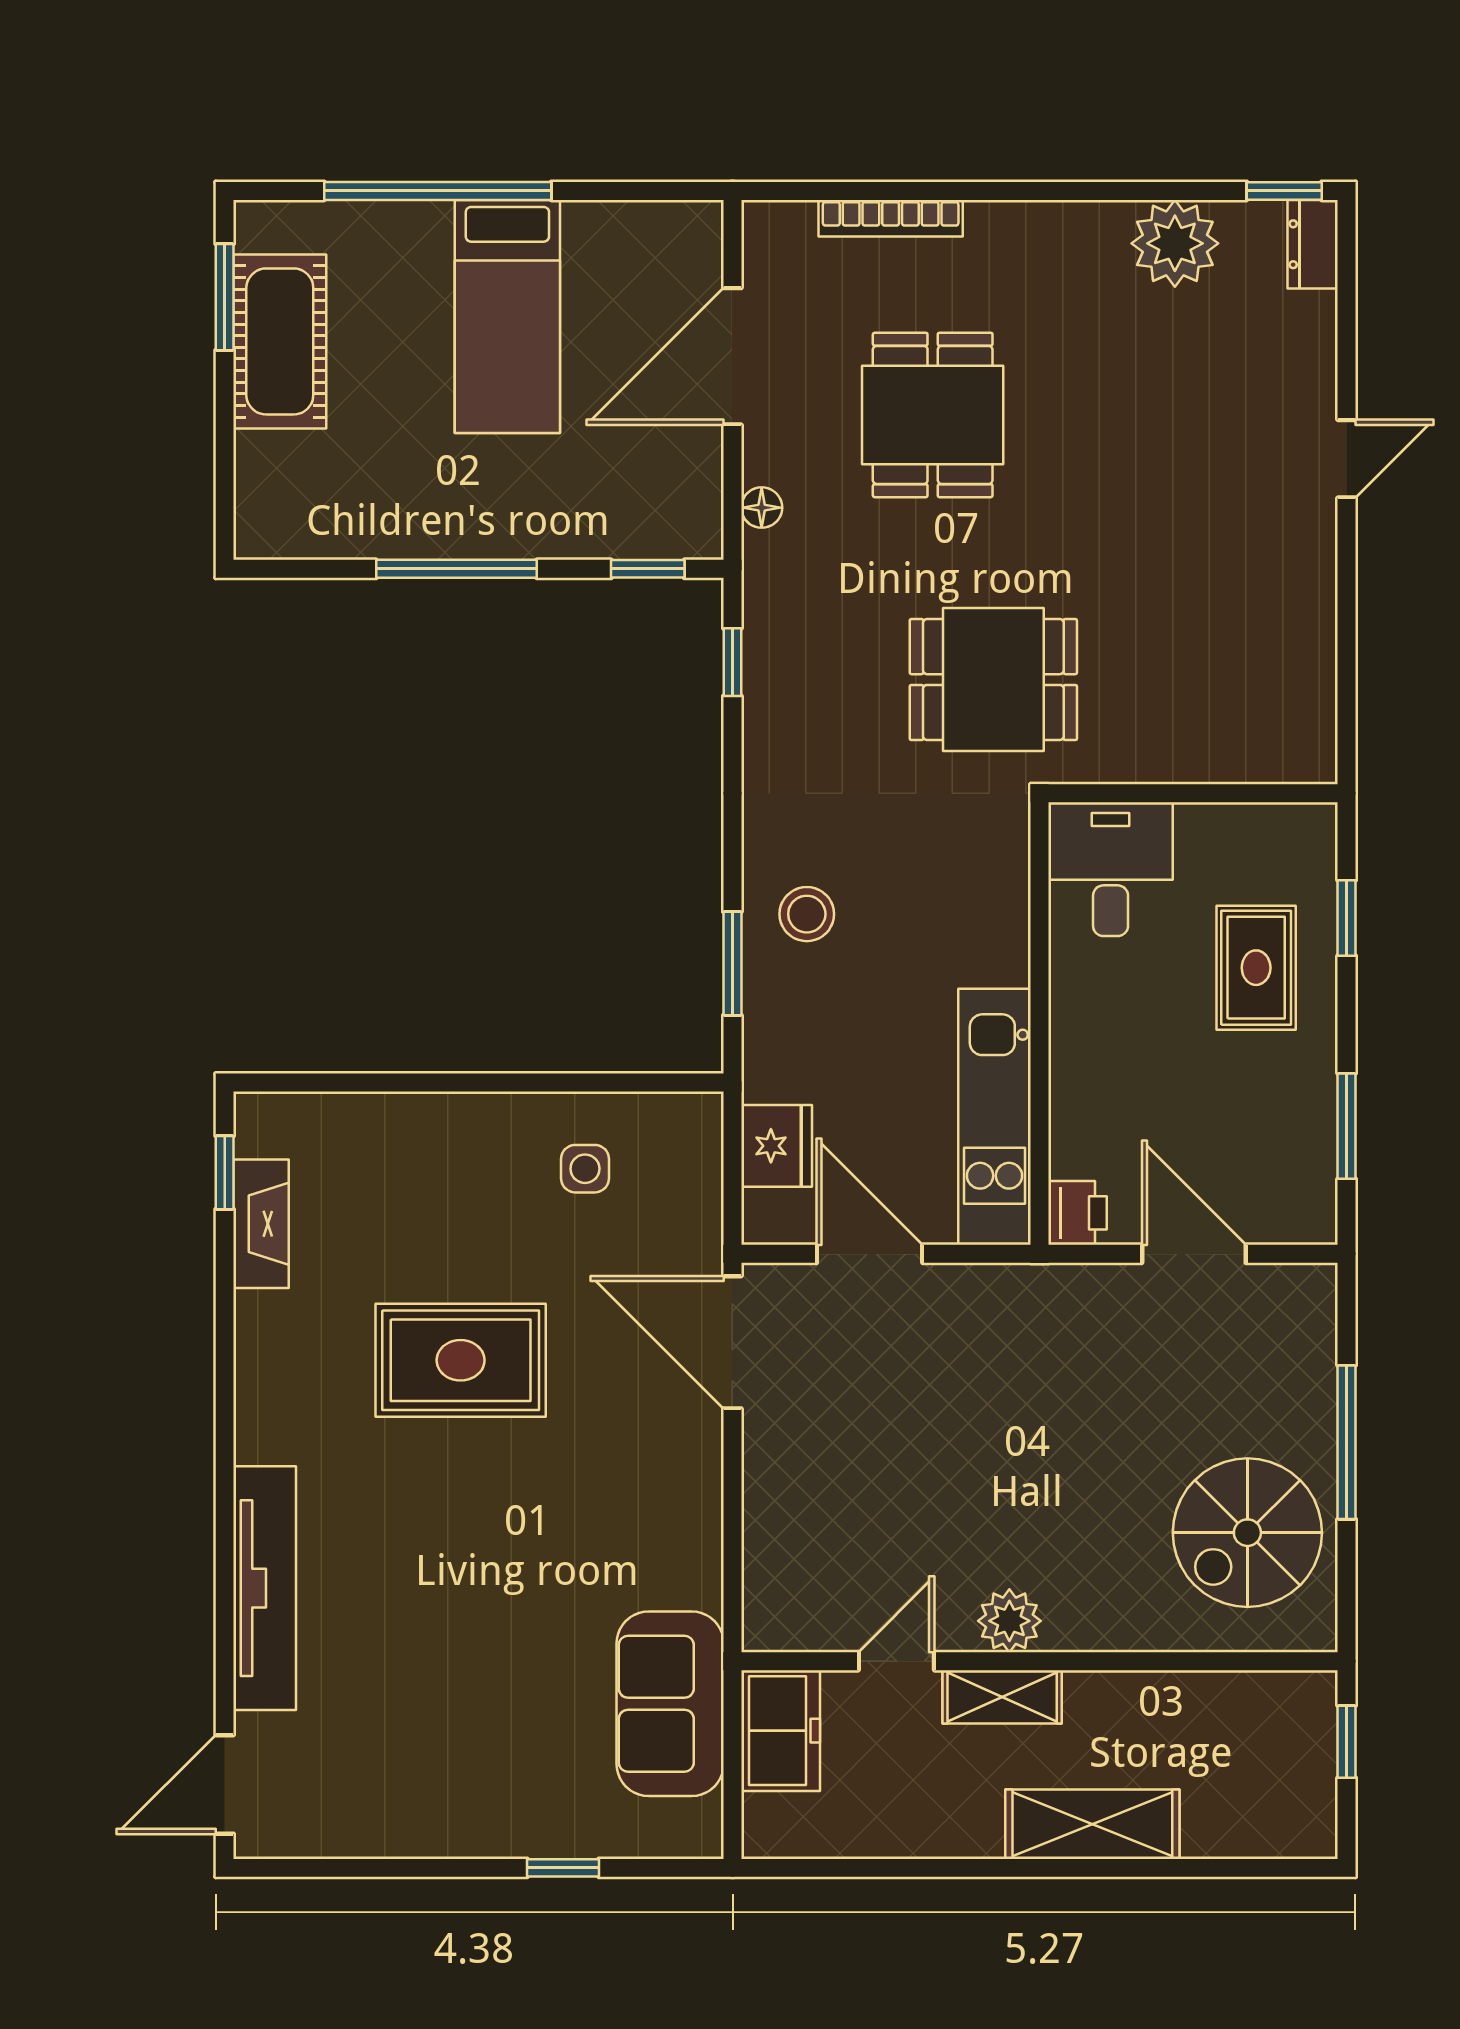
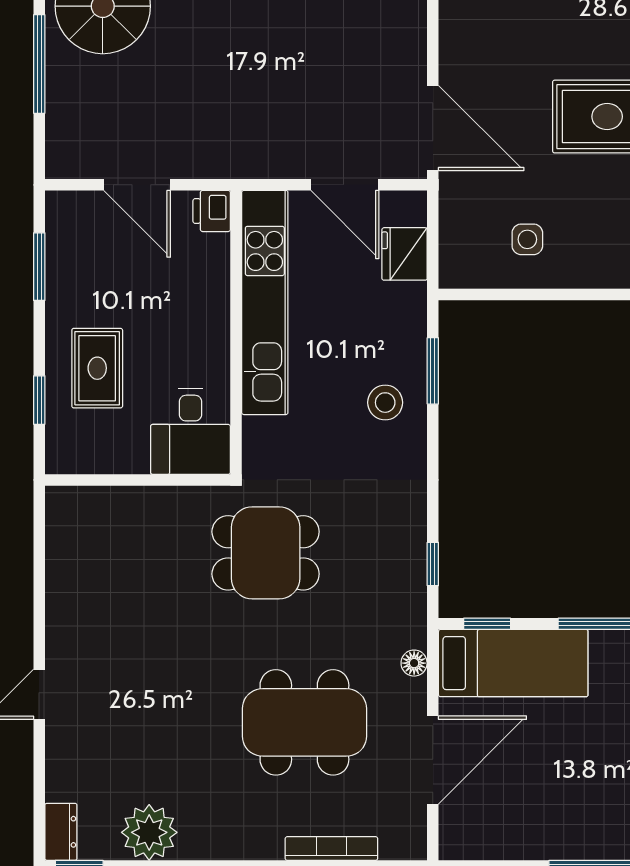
bed: (507, 316) -> (513, 663), moved, turned 90
dining table: (933, 415) -> (304, 722), width x1.38
kitchen unit: (995, 1117) -> (265, 302), width x1.36

